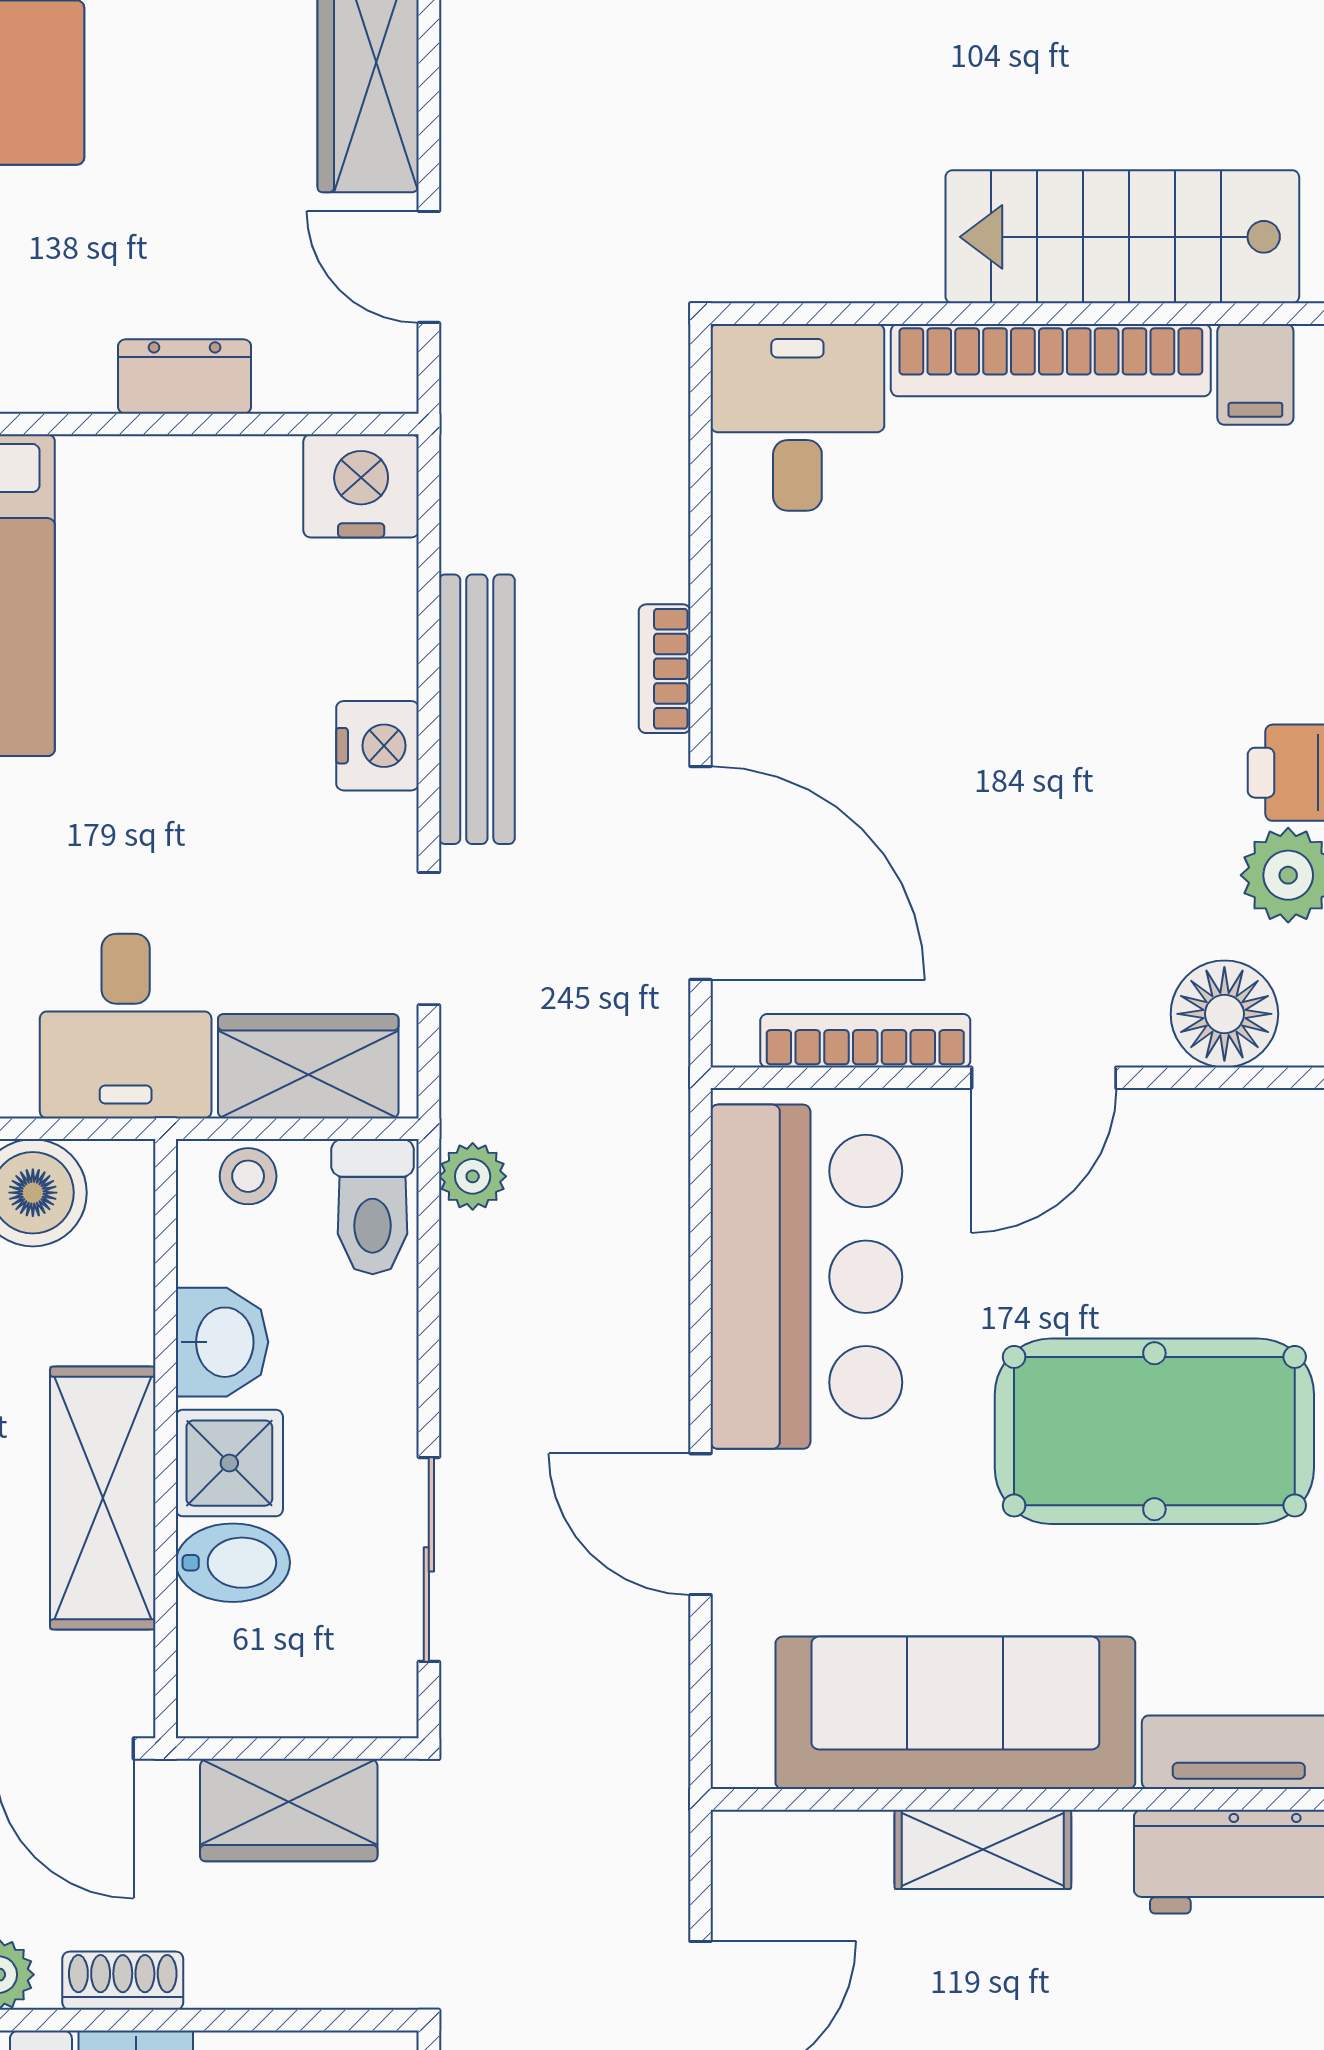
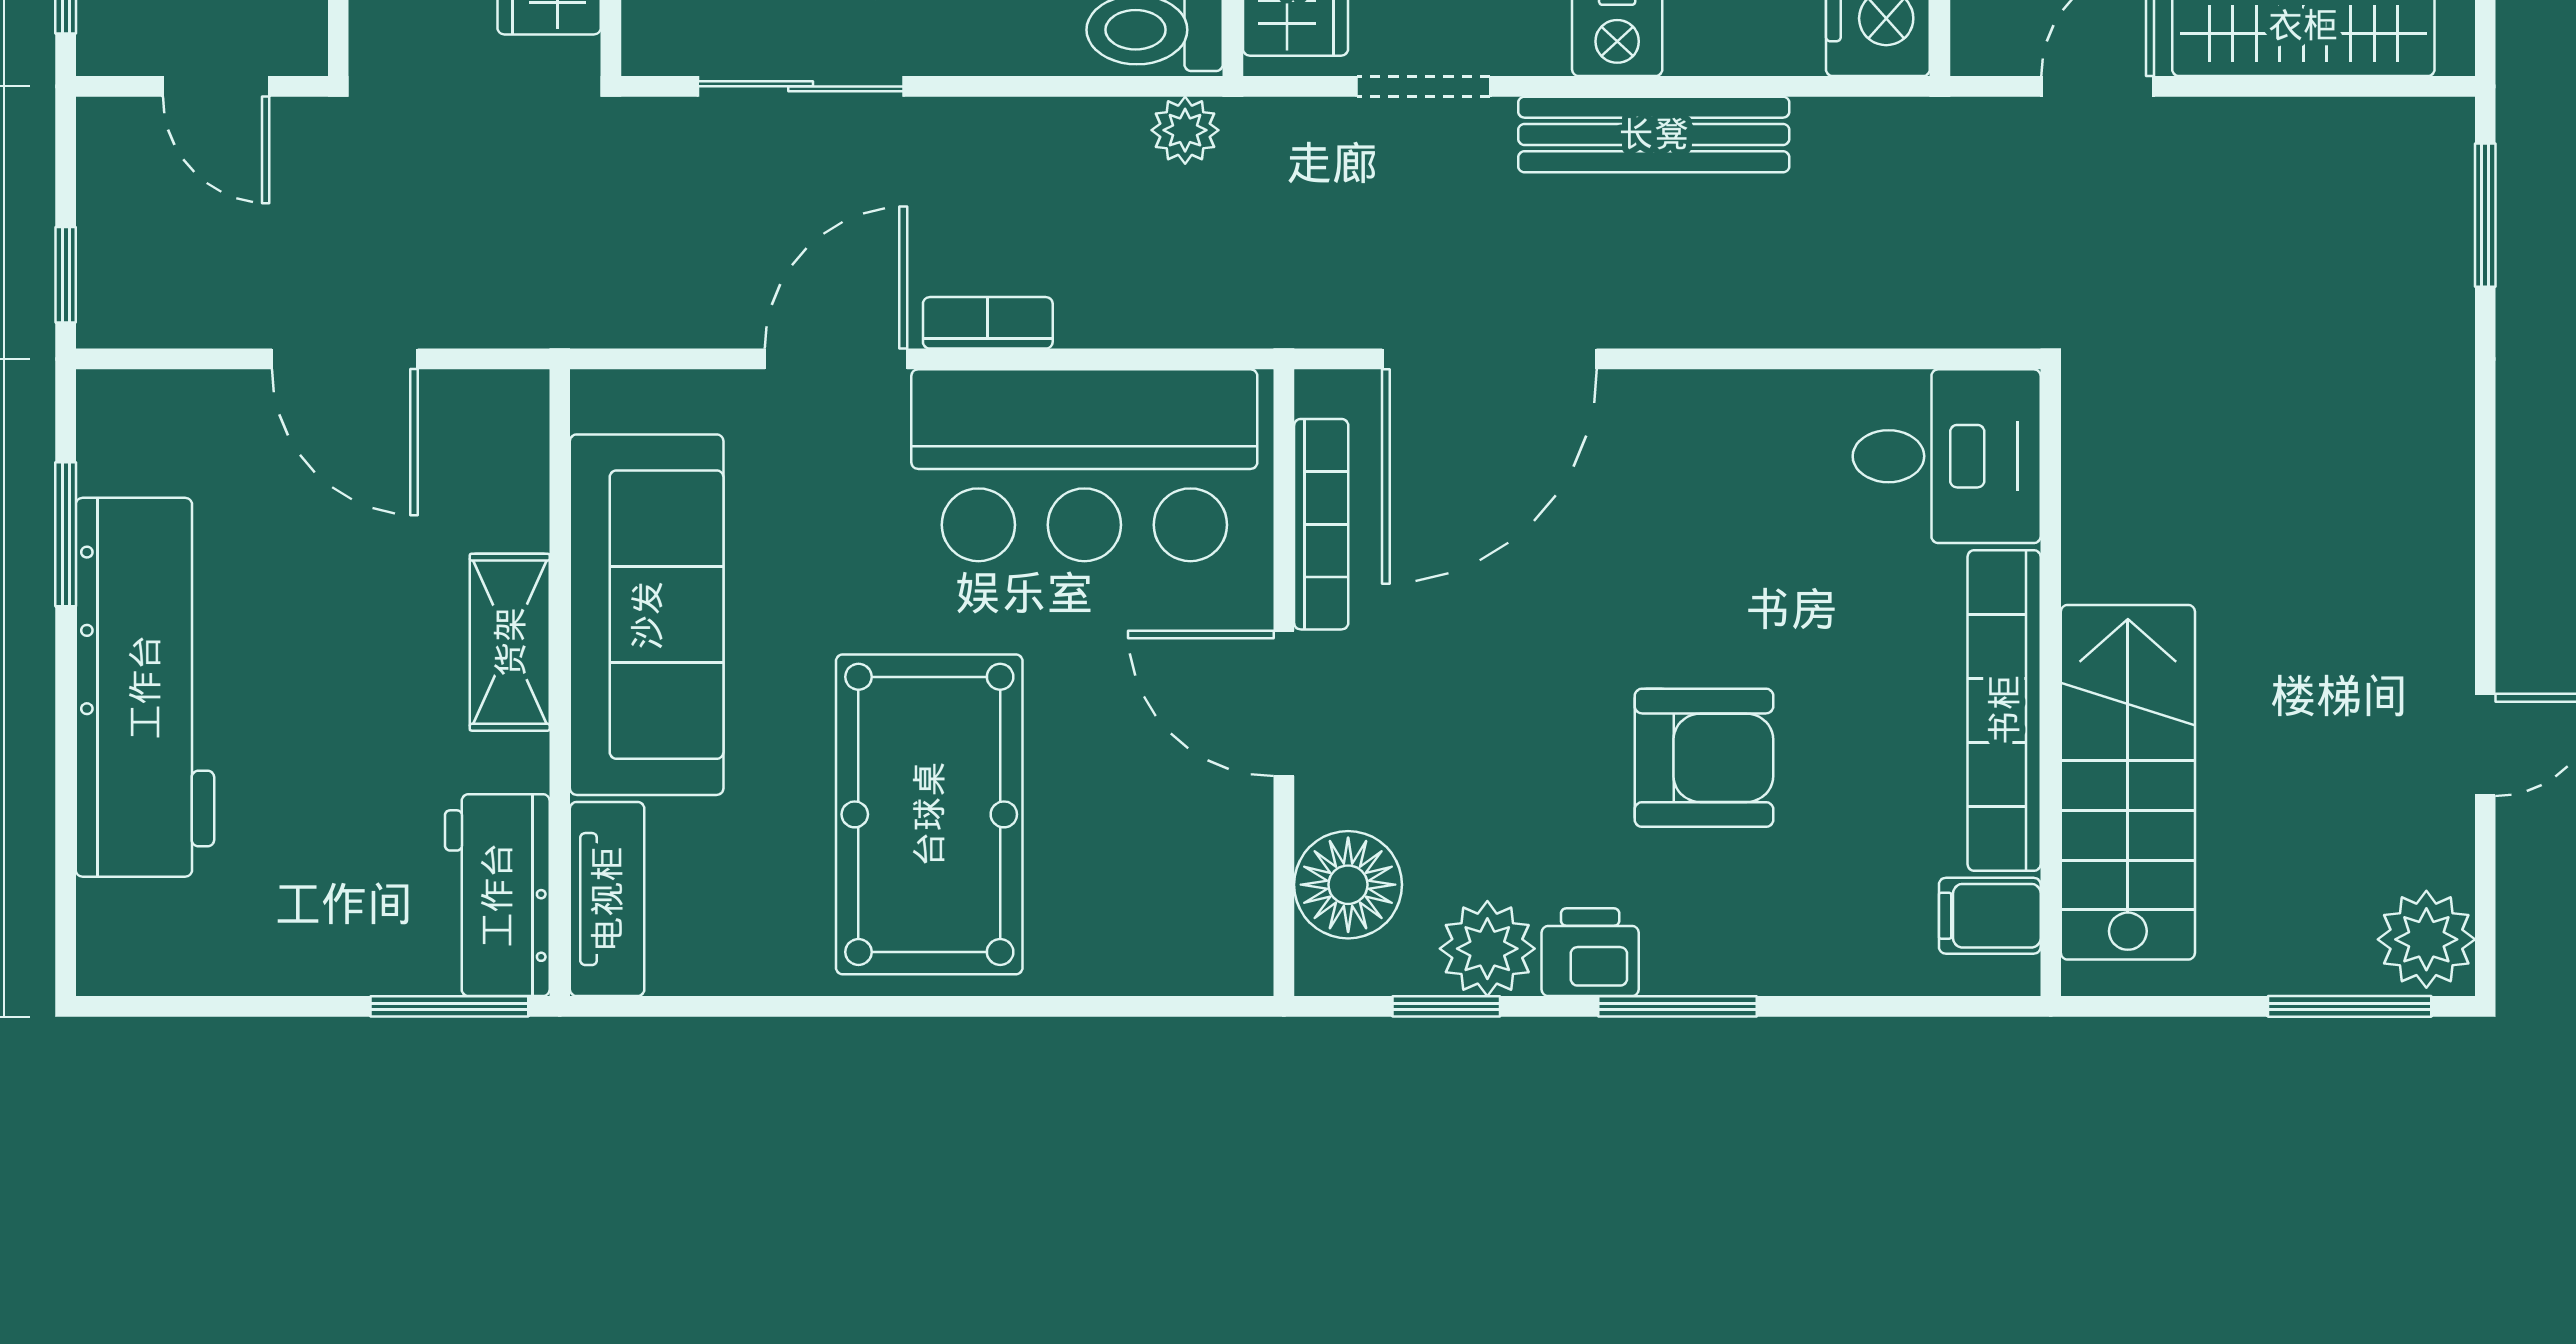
armchair: (1098, 659) -> (1704, 758), added
bookcase: (665, 669) -> (988, 323), moved

